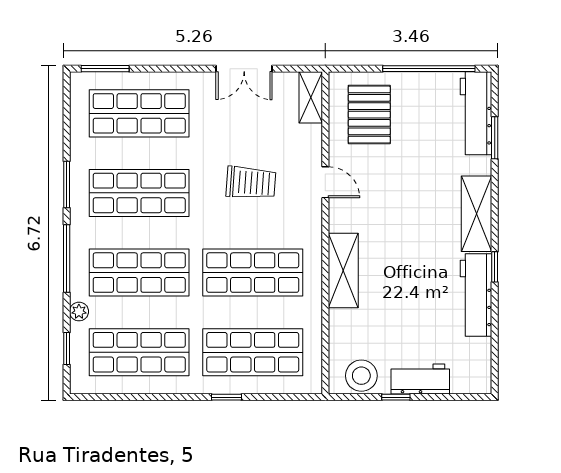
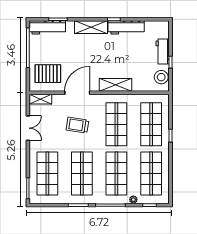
door: (325, 182) -> (77, 93), width x1.87
trolley: (251, 183) -> (77, 125), turned -85

